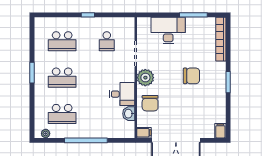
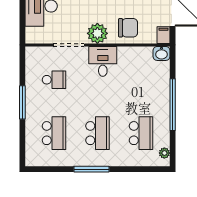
window: (88, 15) -> (22, 102), width x2.17
window: (32, 73) -> (91, 169), width x1.44
desk: (122, 94) -> (103, 61), moved
washbasin: (129, 114) -> (161, 53), moved

